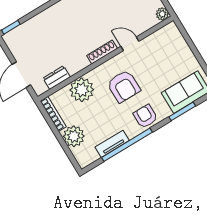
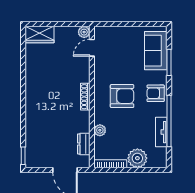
door: (130, 44) -> (92, 48), moved
plant: (82, 90) -> (100, 130), width x0.53, depth x0.53

